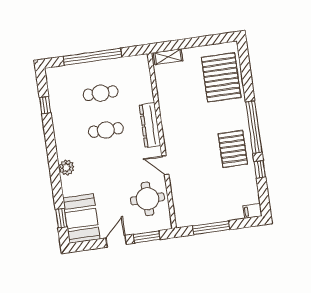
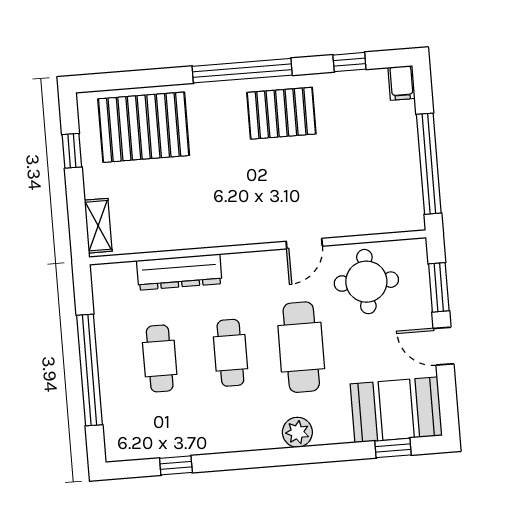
window: (206, 41) -> (72, 151), added
dresser: (150, 125) -> (179, 272), moved
cafe table: (111, 167) -> (301, 347), added
window: (260, 169) -> (349, 62), moved
window: (211, 228) -> (429, 164), width x1.46

